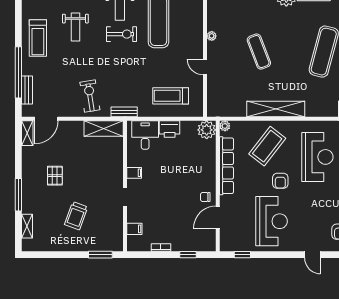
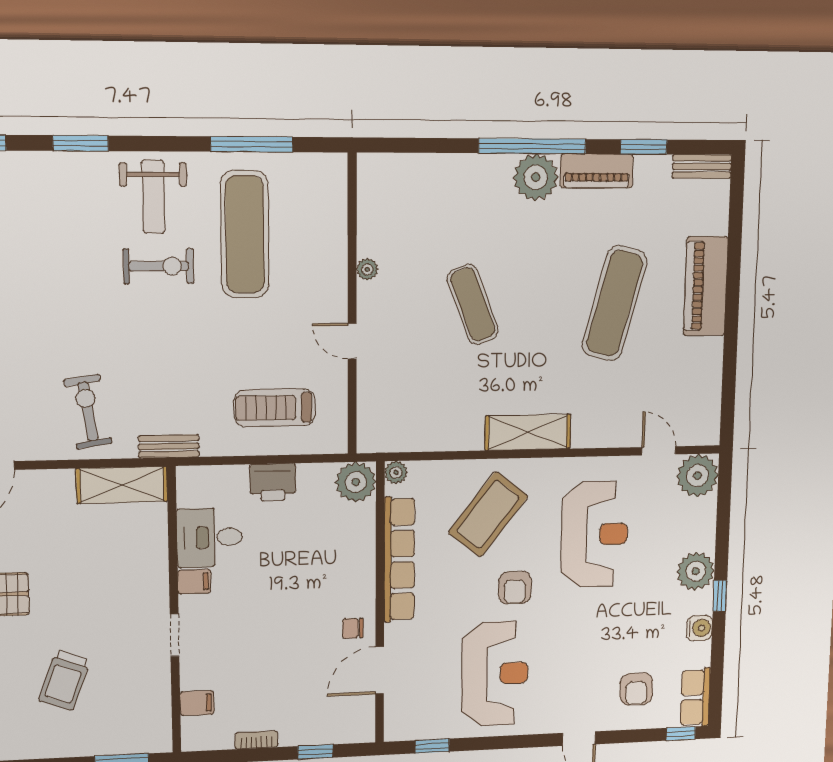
weight bench: (75, 27) -> (48, 250), removed
shelving: (276, 109) -> (528, 432), width x0.68
desk: (145, 135) -> (209, 537), moved, turned -90

